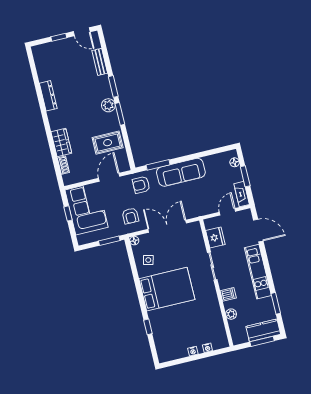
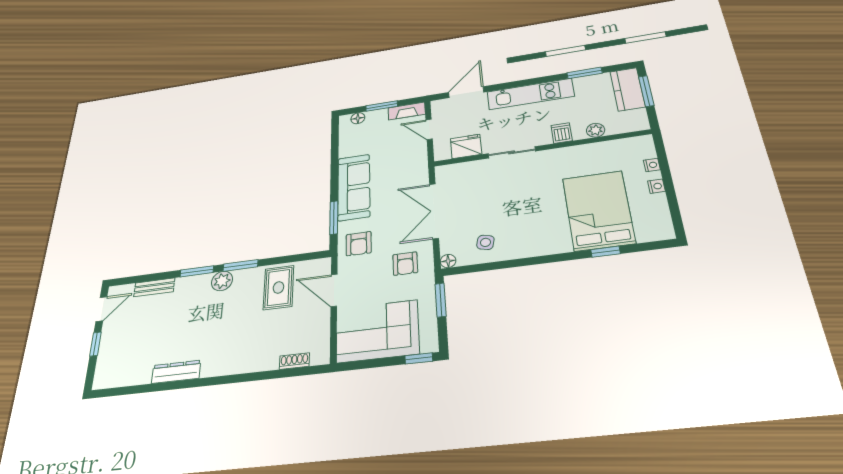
wardrobe: (61, 142) -> (256, 360), removed
window: (68, 213) -> (419, 358), moved
armchair: (130, 216) -> (405, 264), turned 90
bed: (167, 289) -> (598, 210), moved

